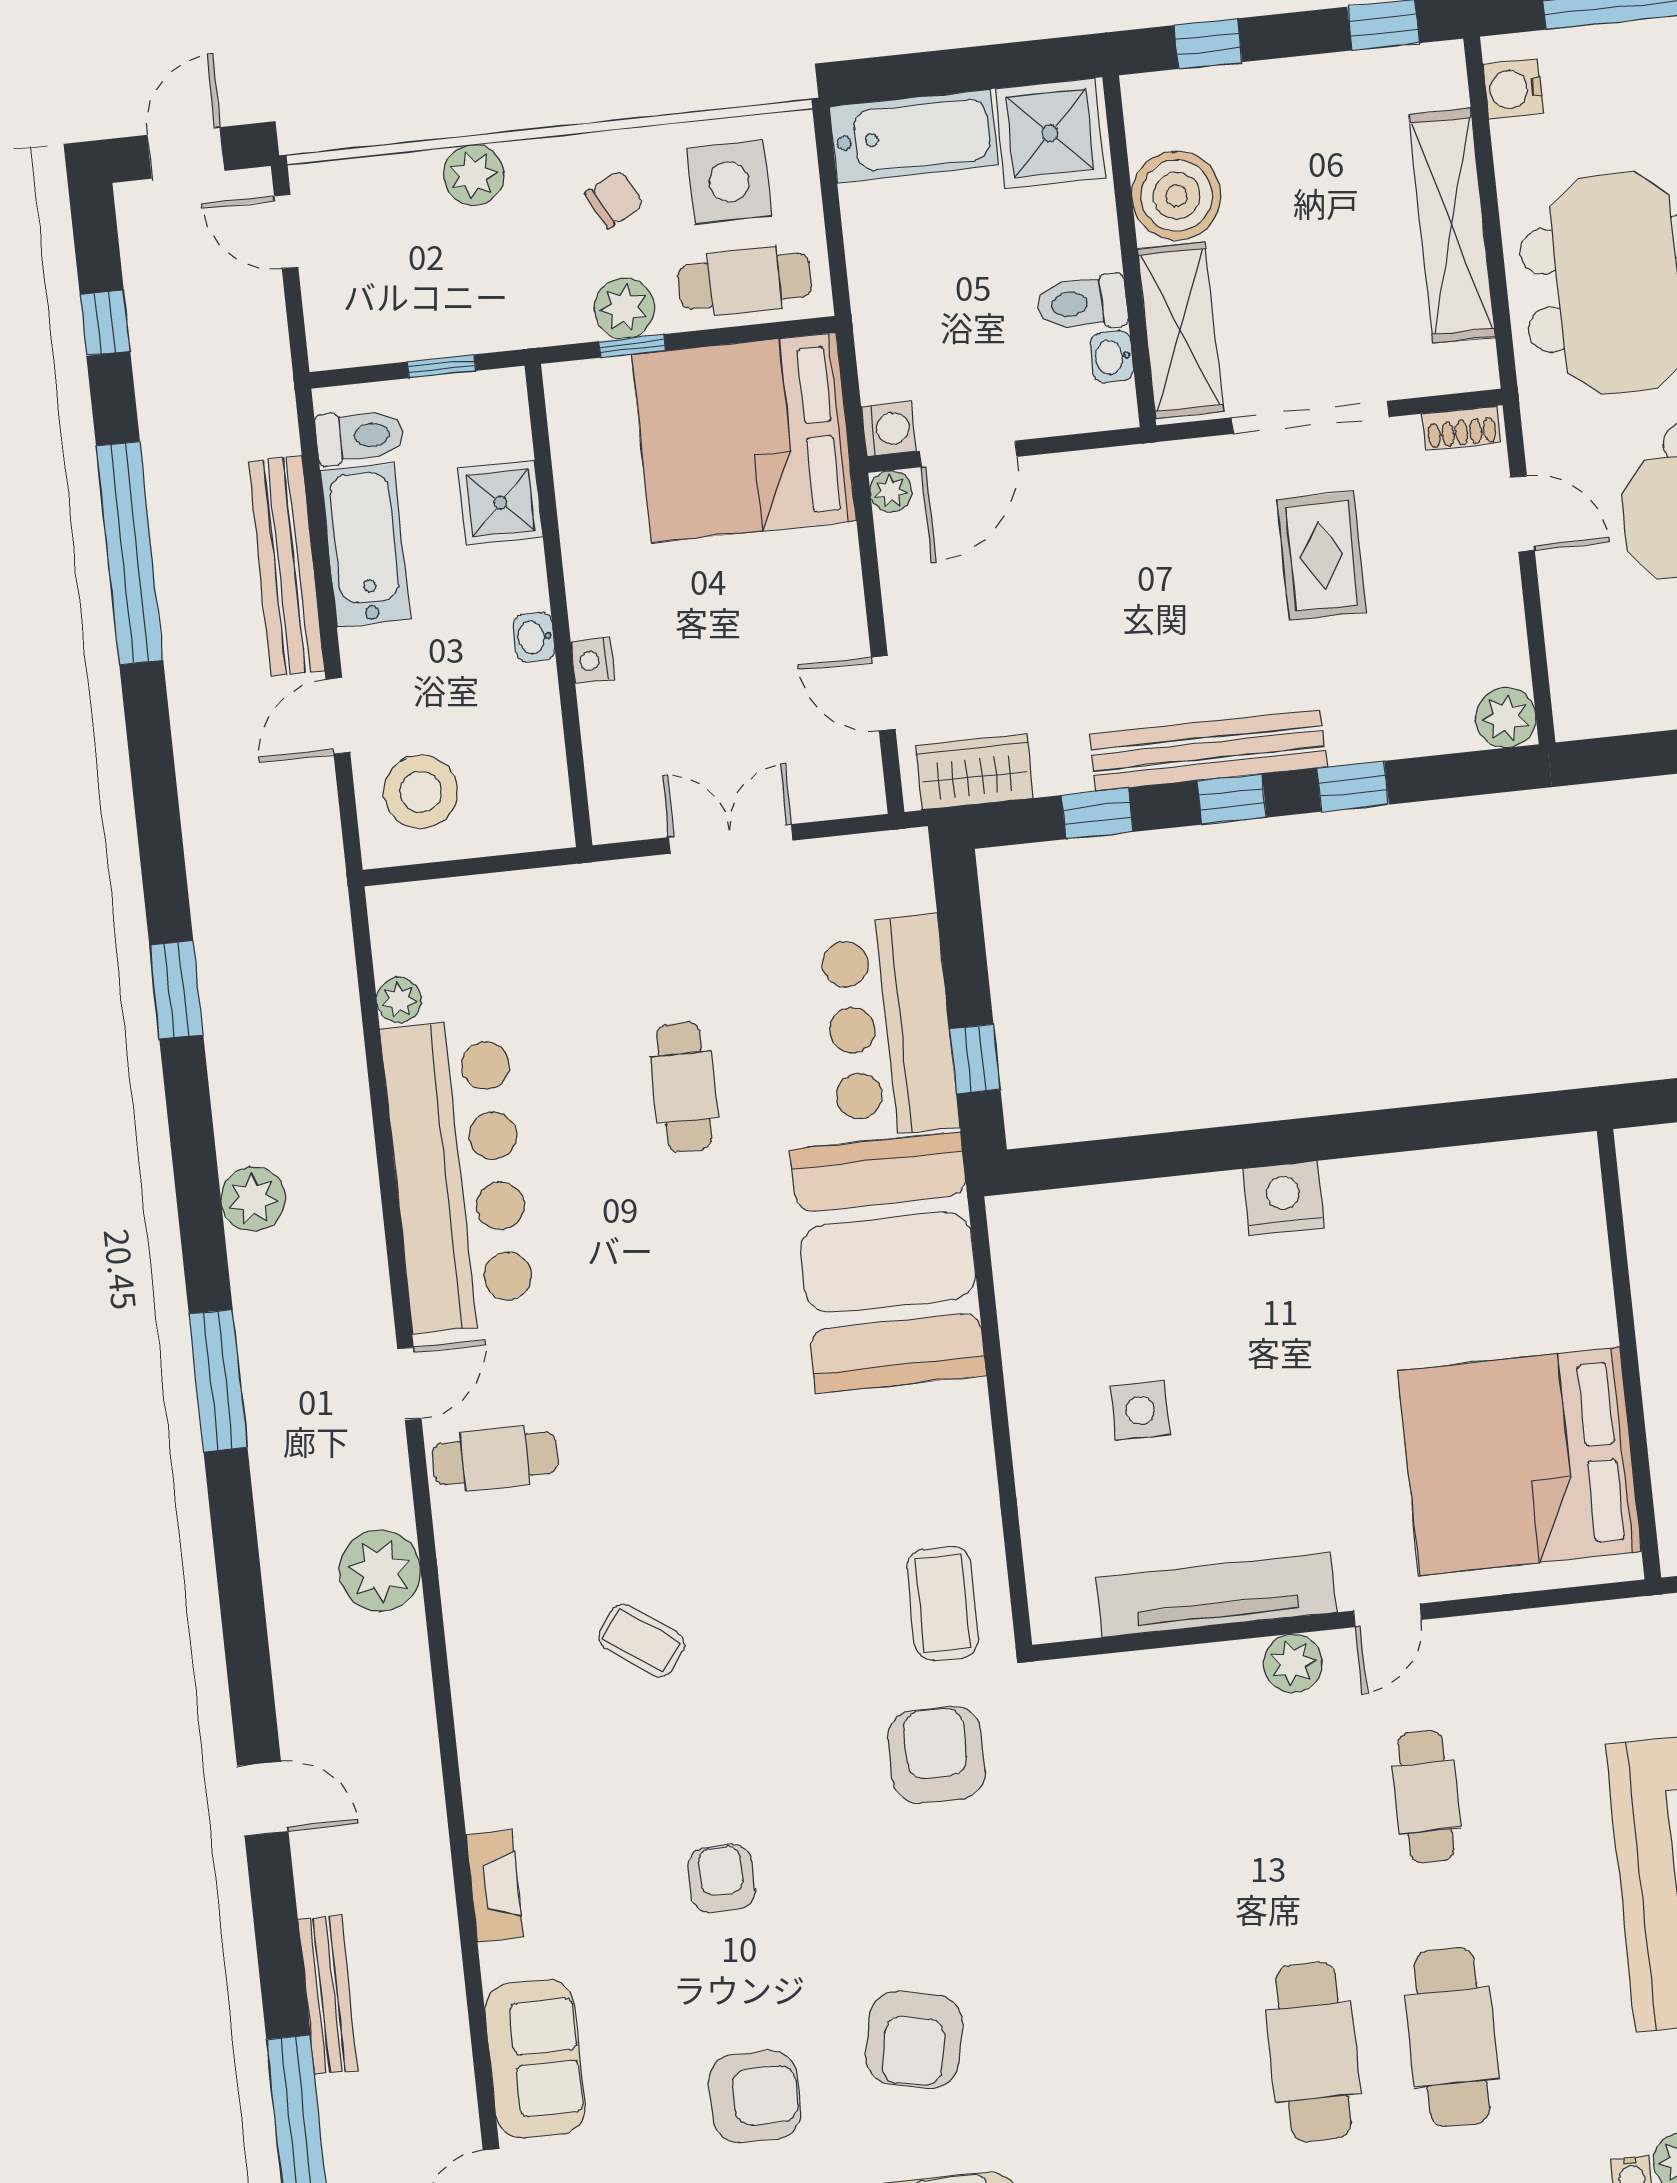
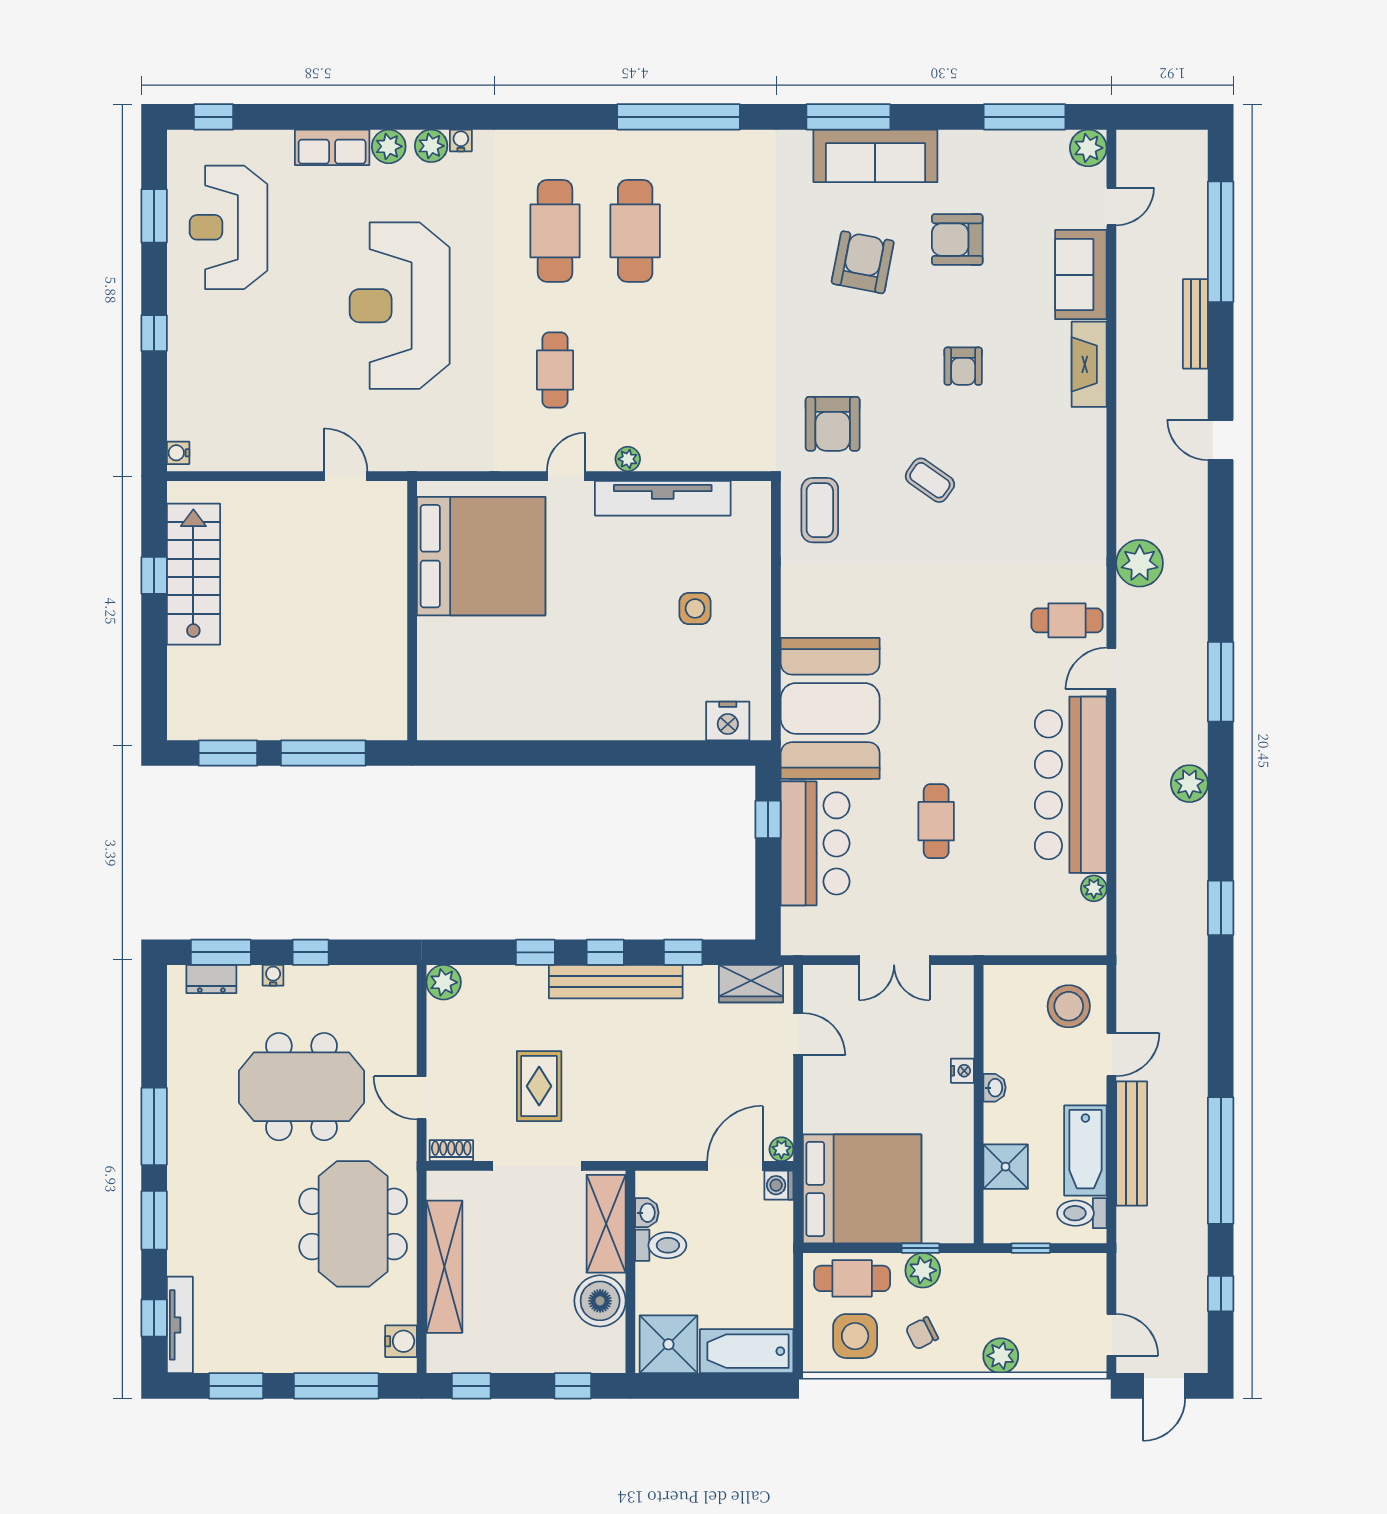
nightstand: (1284, 1198) -> (728, 721), moved
coffee table: (642, 1641) -> (930, 480), moved
plant: (1293, 1663) -> (628, 459), width x0.73, depth x0.73
fireplace: (495, 1886) -> (1089, 364), width x1.37, depth x1.32

